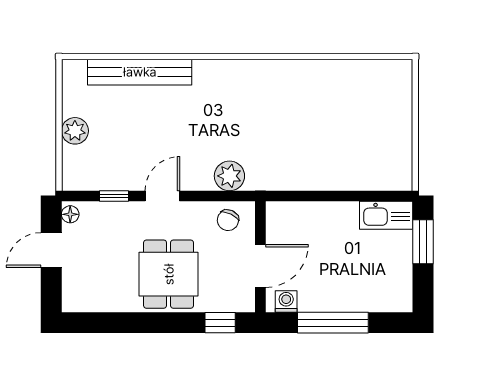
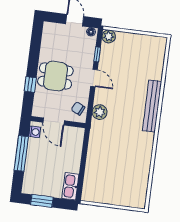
bench: (140, 72) -> (152, 106), moved
plant: (75, 131) -> (109, 36), moved
window: (423, 242) -> (42, 201), moved
window: (220, 323) -> (30, 84), moved

